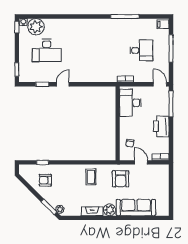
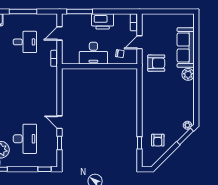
desk: (141, 50) -> (25, 42), turned 90
door: (160, 84) -> (60, 33), moved
desk: (130, 103) -> (93, 53), moved
coffee table: (91, 177) -> (154, 93), removed
fireplace: (92, 211) -> (190, 92), removed

